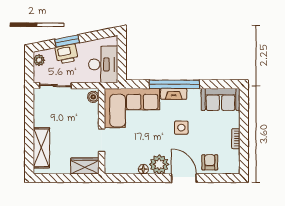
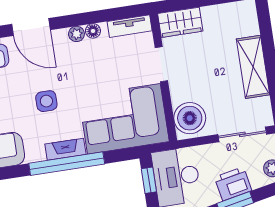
window: (122, 65) -> (149, 180), added
boiler: (93, 97) -> (190, 118), width x1.86, depth x1.86
shelving: (41, 148) -> (253, 67), moved
plant: (159, 164) -> (76, 34), width x0.53, depth x0.53
tv unit: (119, 169) -> (130, 26), added

